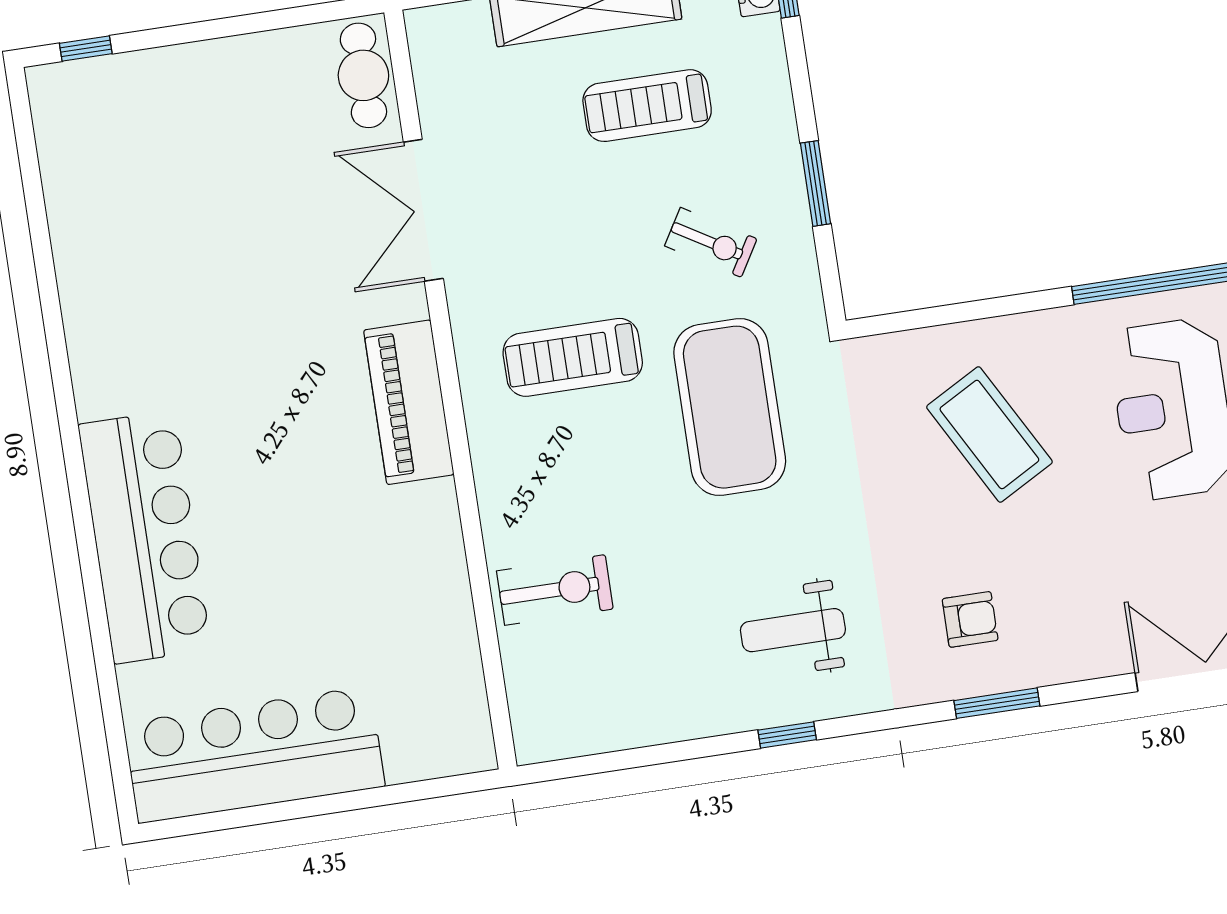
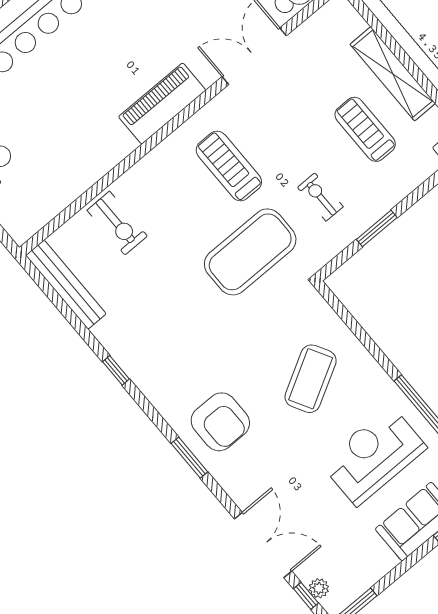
exercise bike: (711, 242) -> (320, 197), turned 149
armchair: (970, 619) -> (220, 422), width x1.88, depth x1.88
weight bench: (793, 630) -> (166, 344), removed
bench: (603, 731) -> (66, 285), added

